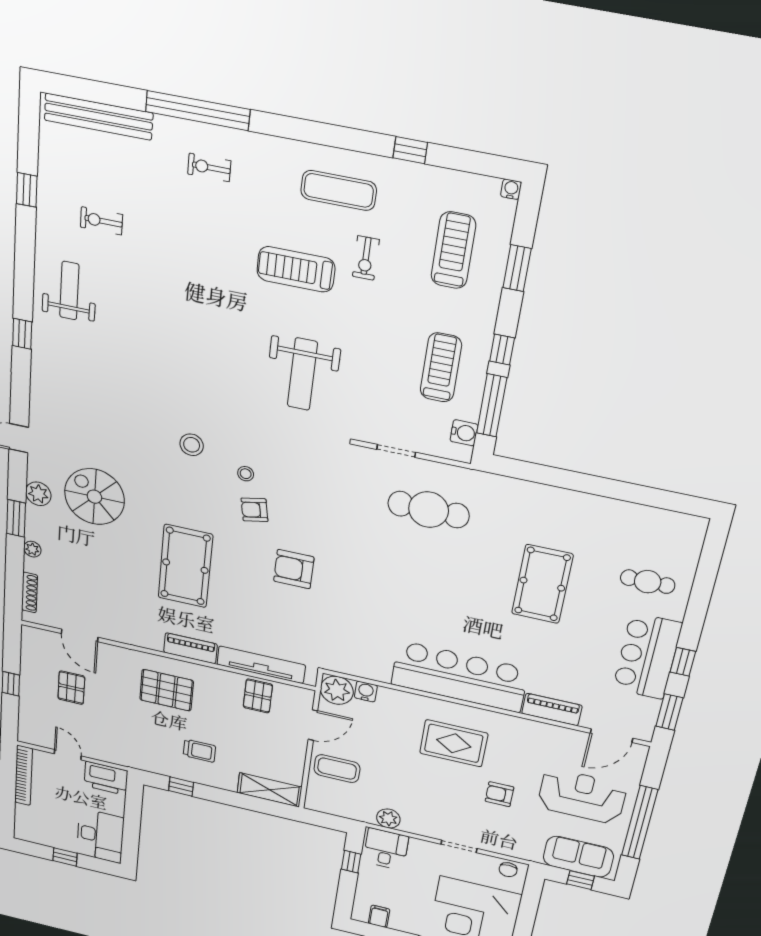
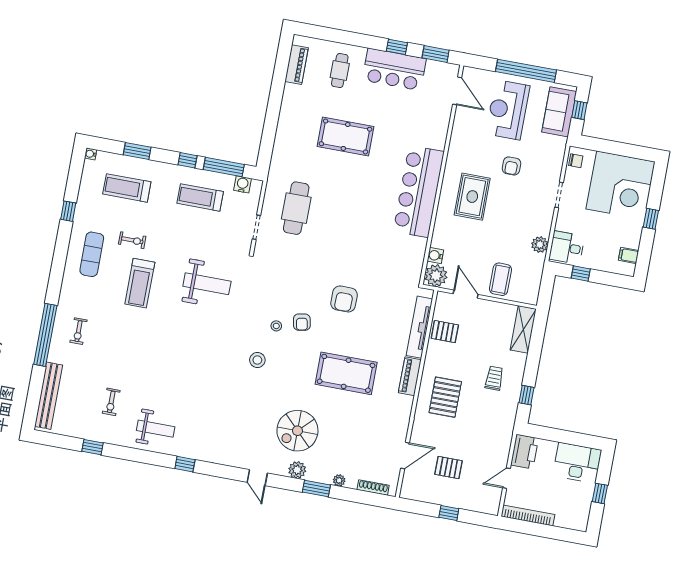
weight bench: (69, 291) -> (156, 429), turned 180
piano: (552, 709) -> (297, 65), moved, turned 180

